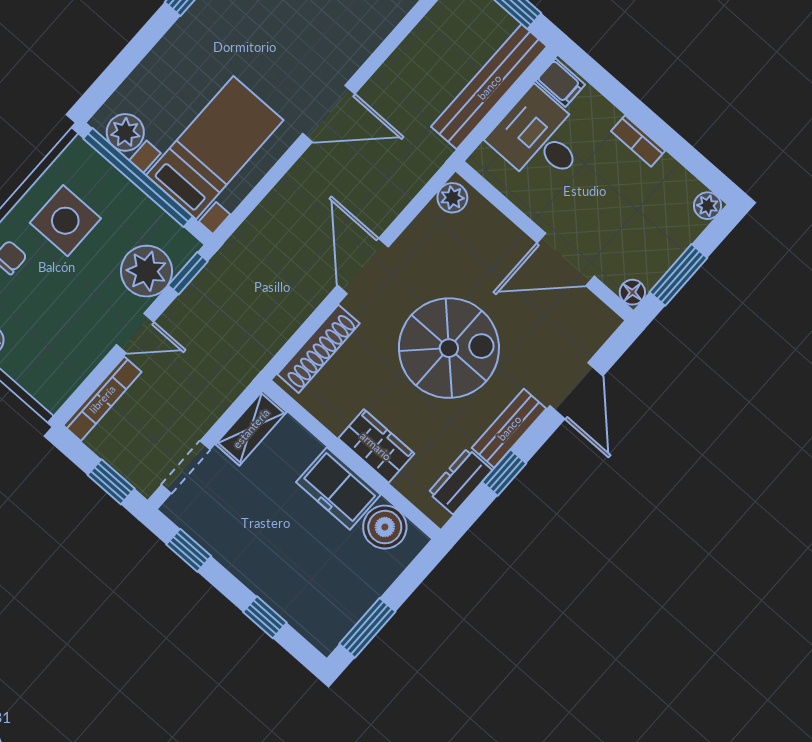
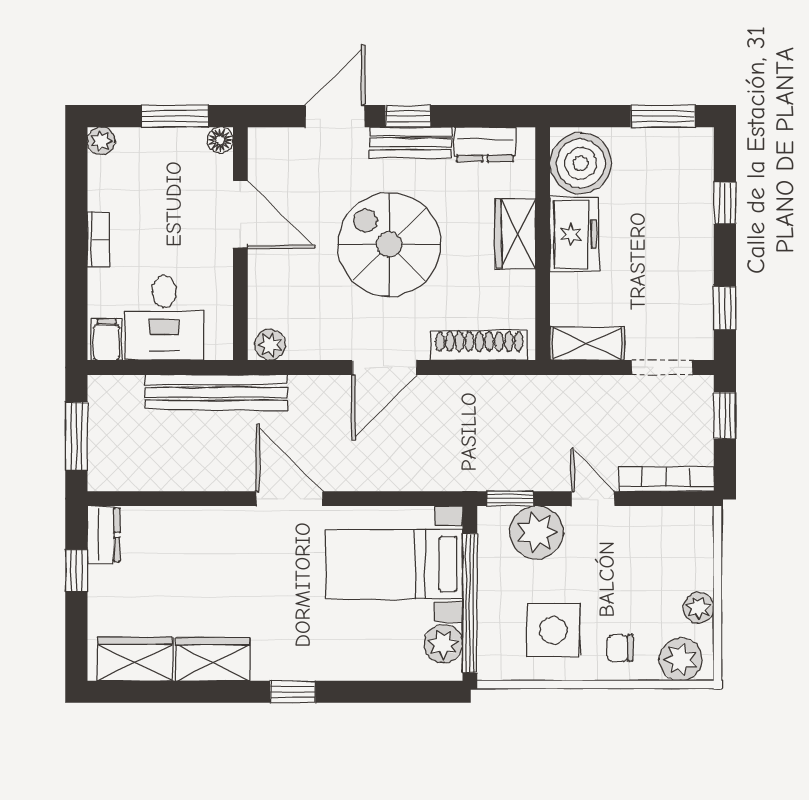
bench: (489, 87) -> (216, 392), moved
window: (504, 473) -> (408, 116), moved
boiler: (385, 527) -> (581, 163), width x1.37, depth x1.37

